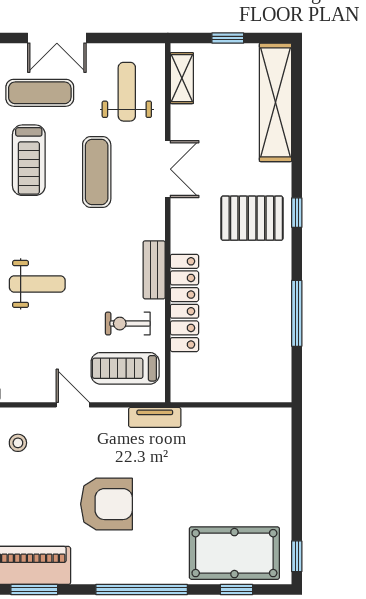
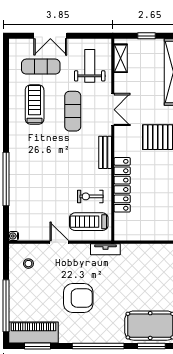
treadmill: (29, 160) -> (35, 105), turned 180
bench: (154, 270) -> (105, 152), moved
weight bench: (37, 284) -> (39, 174), removed
window: (236, 589) -> (151, 346), width x1.50

